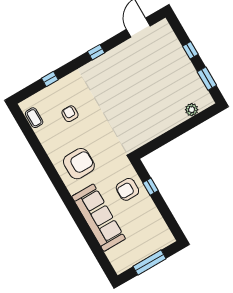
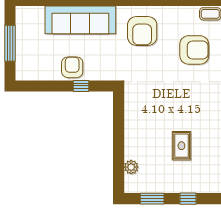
rug: (152, 80) -> (181, 146), added
armchair: (70, 114) -> (194, 50), width x1.88, depth x1.88
armchair: (127, 189) -> (72, 67), moved

